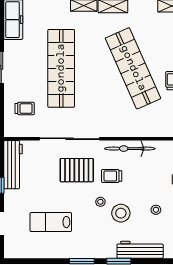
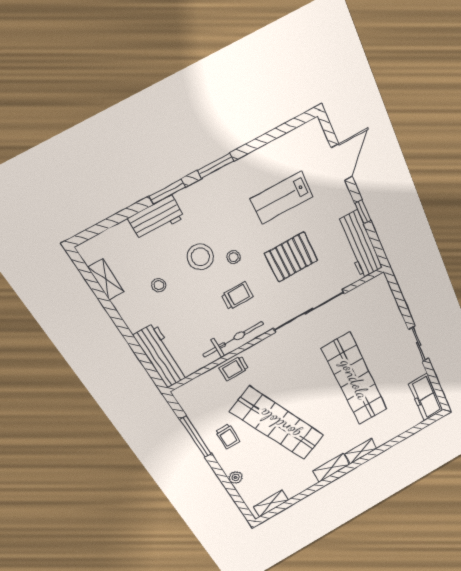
trolley: (25, 108) -> (234, 368), moved
pallet: (77, 170) -> (291, 257), moved
lab bench: (51, 222) -> (282, 198), turned 180
workbench: (140, 250) -> (156, 218), width x0.73

